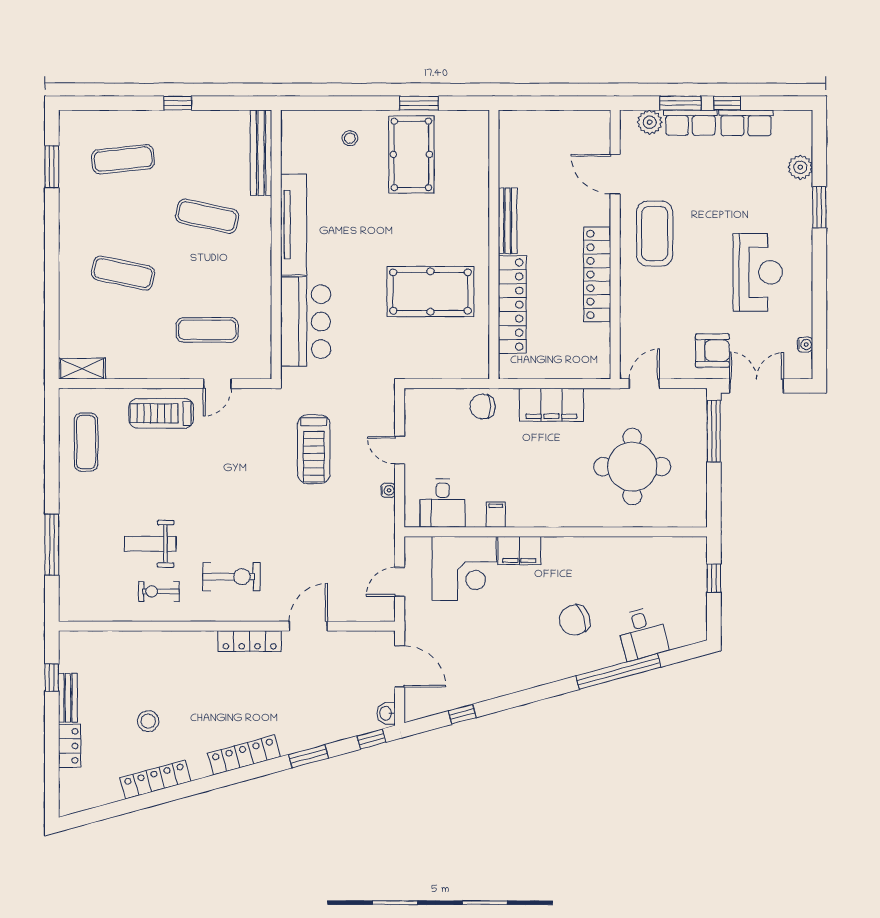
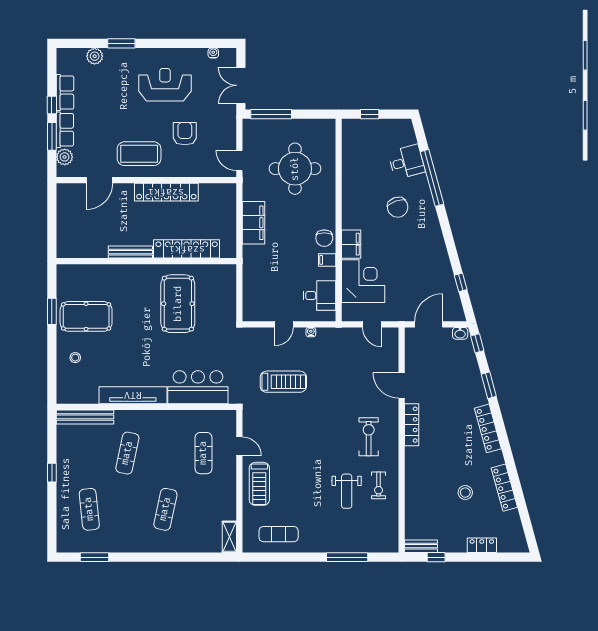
armchair: (712, 351) -> (185, 134), moved
chair: (483, 407) -> (324, 238), moved
bench: (68, 698) -> (421, 546), moved

